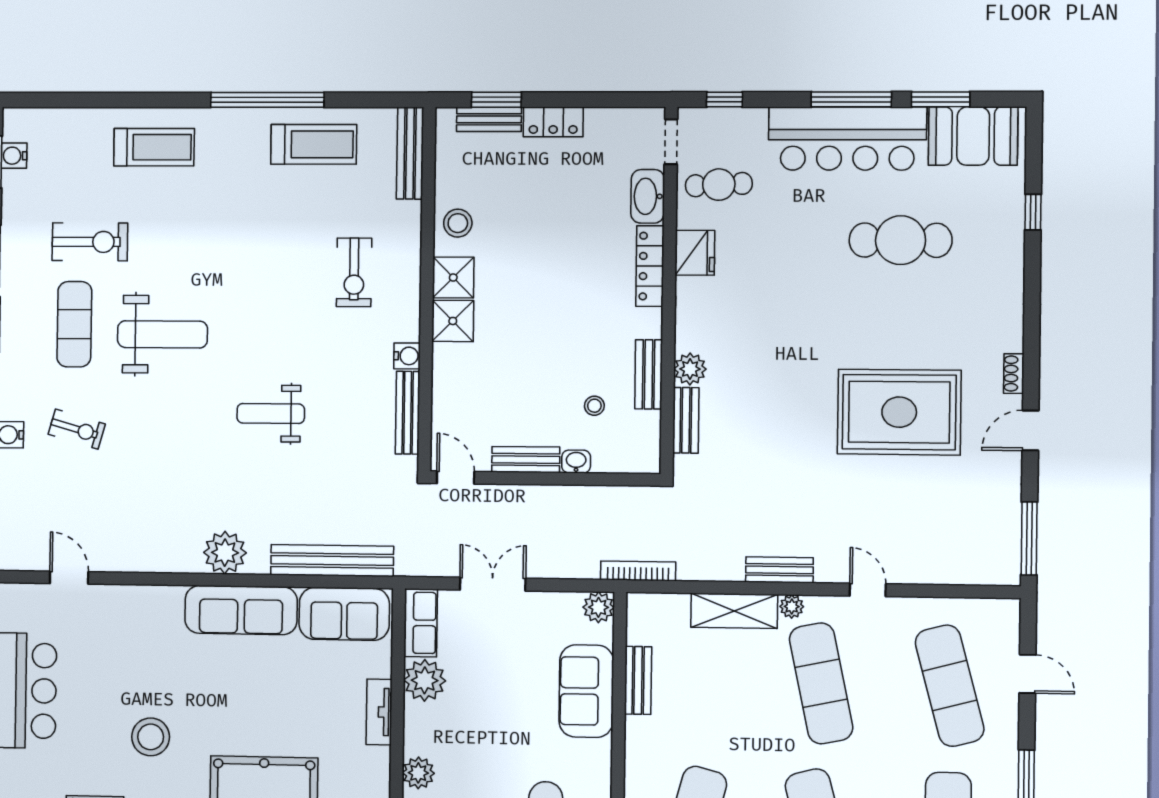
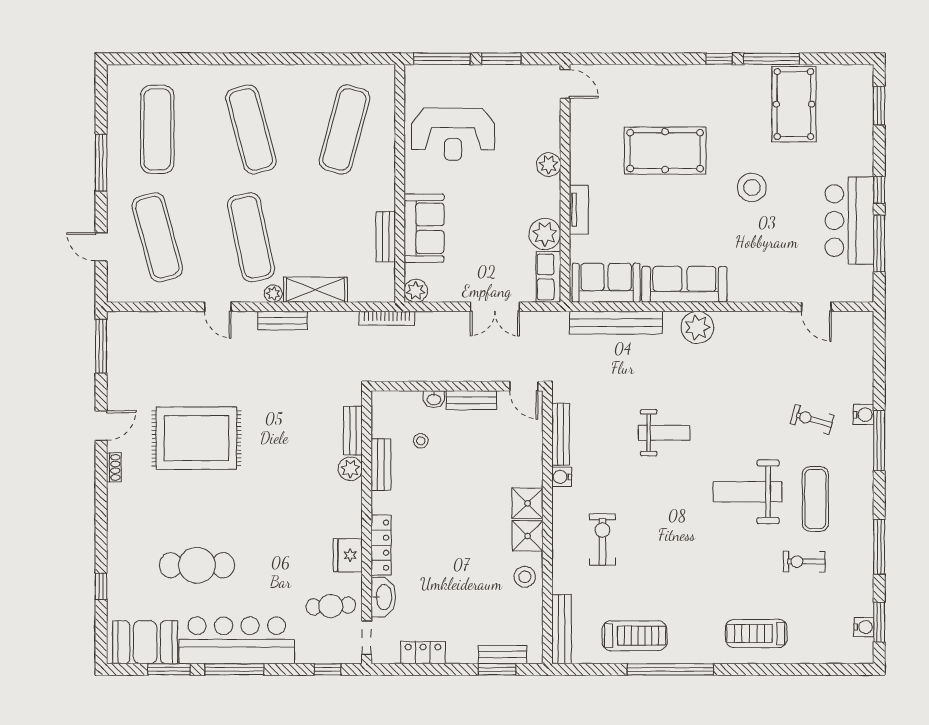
locker: (553, 122) -> (423, 653), moved
treadmill: (314, 144) -> (634, 636), turned 180
exercise bike: (90, 242) -> (804, 562), width x0.73, depth x0.72

